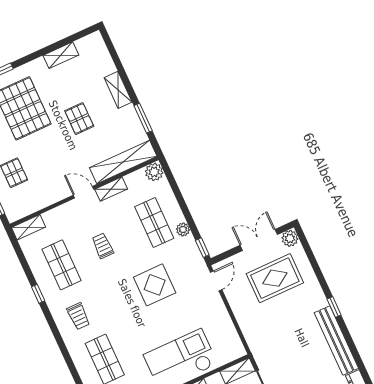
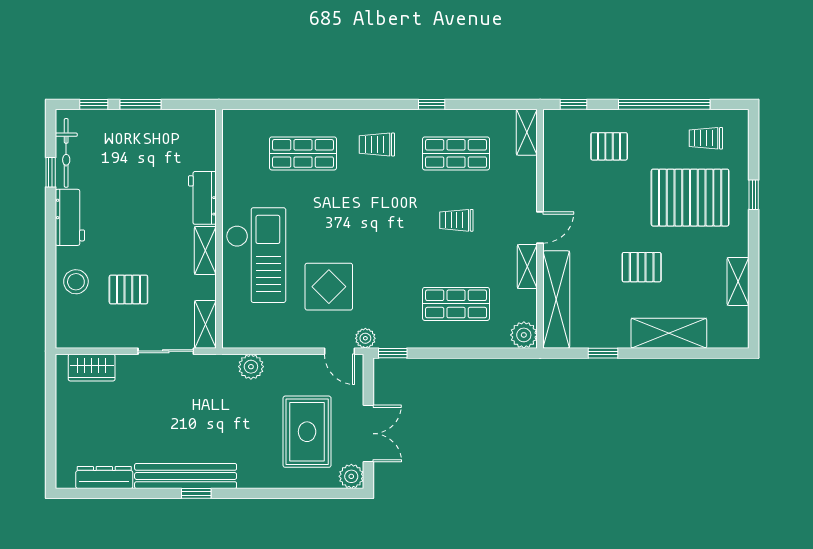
shelving: (118, 90) -> (669, 333), width x1.50, depth x1.33
window: (143, 118) -> (603, 353), width x0.67
plant: (183, 229) -> (365, 338), moved
trolley: (103, 246) -> (456, 220), turned 180
display table: (155, 285) -> (329, 287), moved
window: (334, 307) -> (196, 493), moved
plant: (251, 331) -> (251, 367), added

